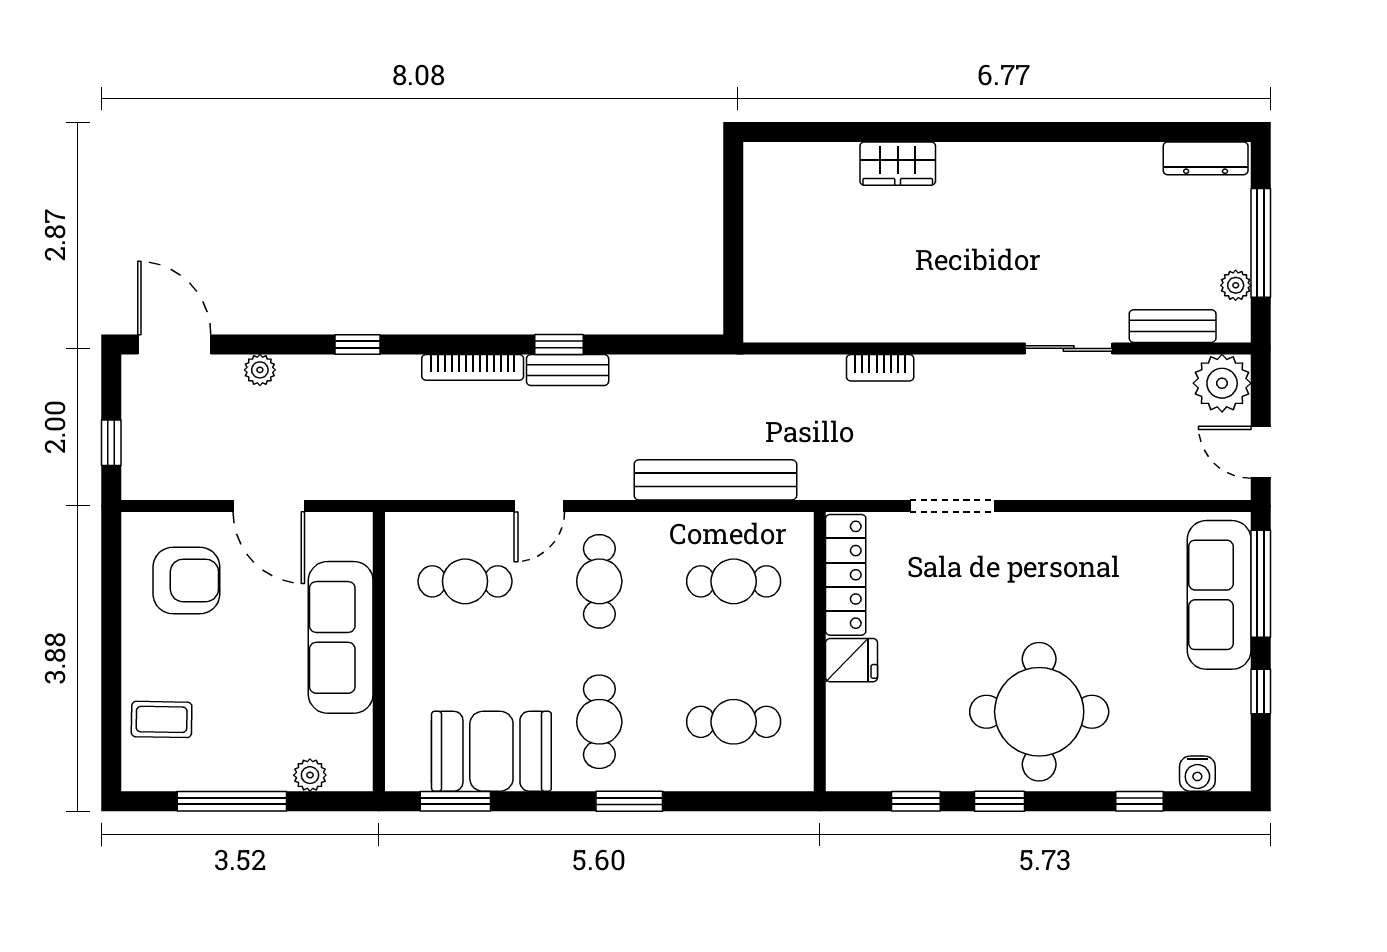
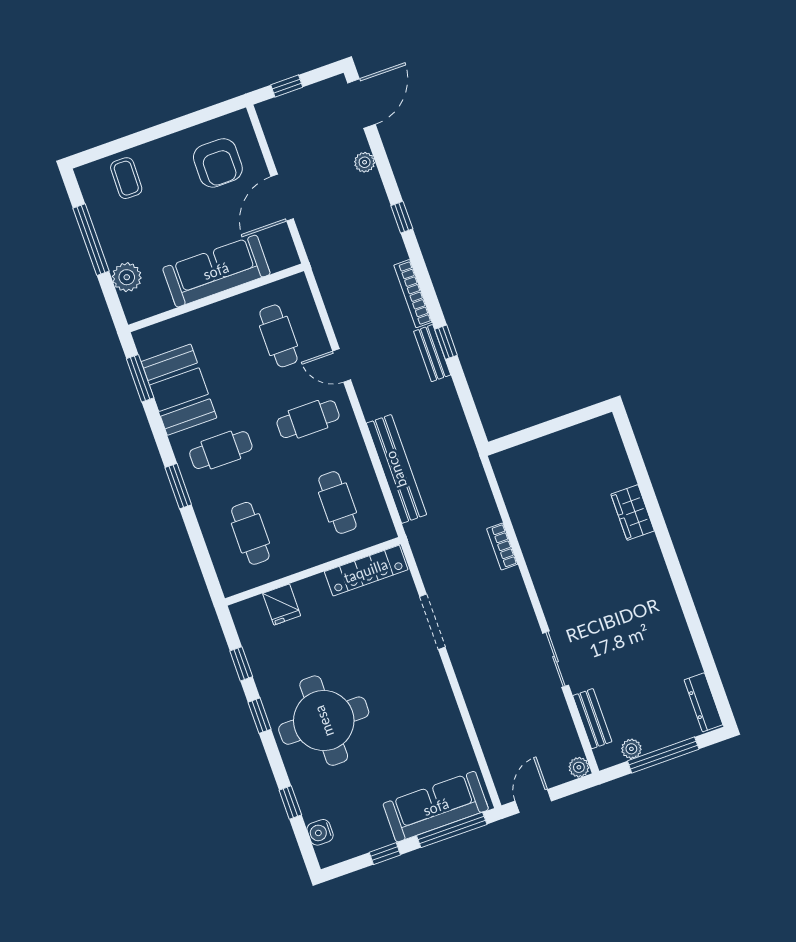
plant: (1222, 383) -> (579, 767), width x0.53, depth x0.53
fridge: (852, 660) -> (282, 605), moved
plant: (310, 775) -> (127, 277), width x1.38, depth x1.38

